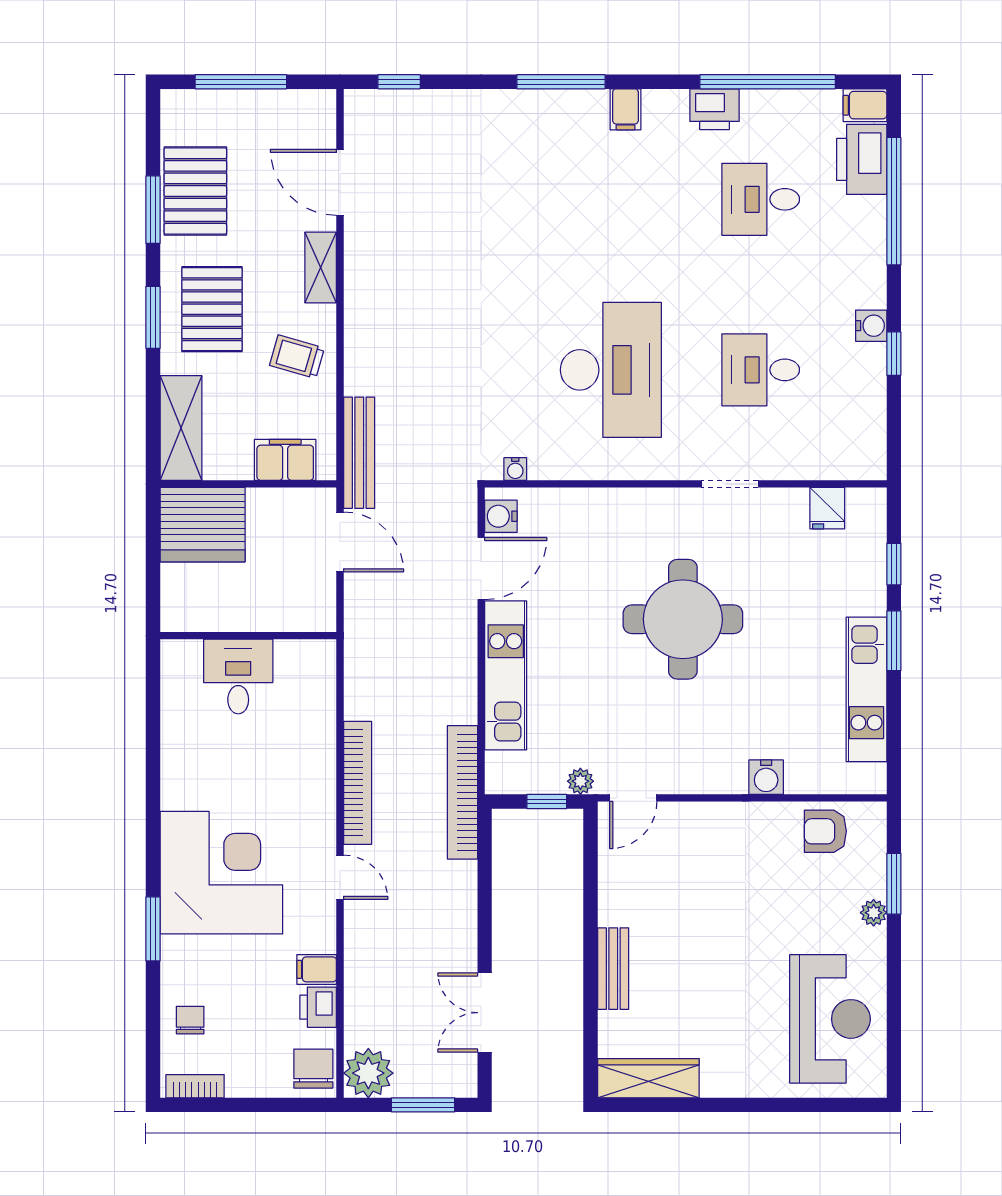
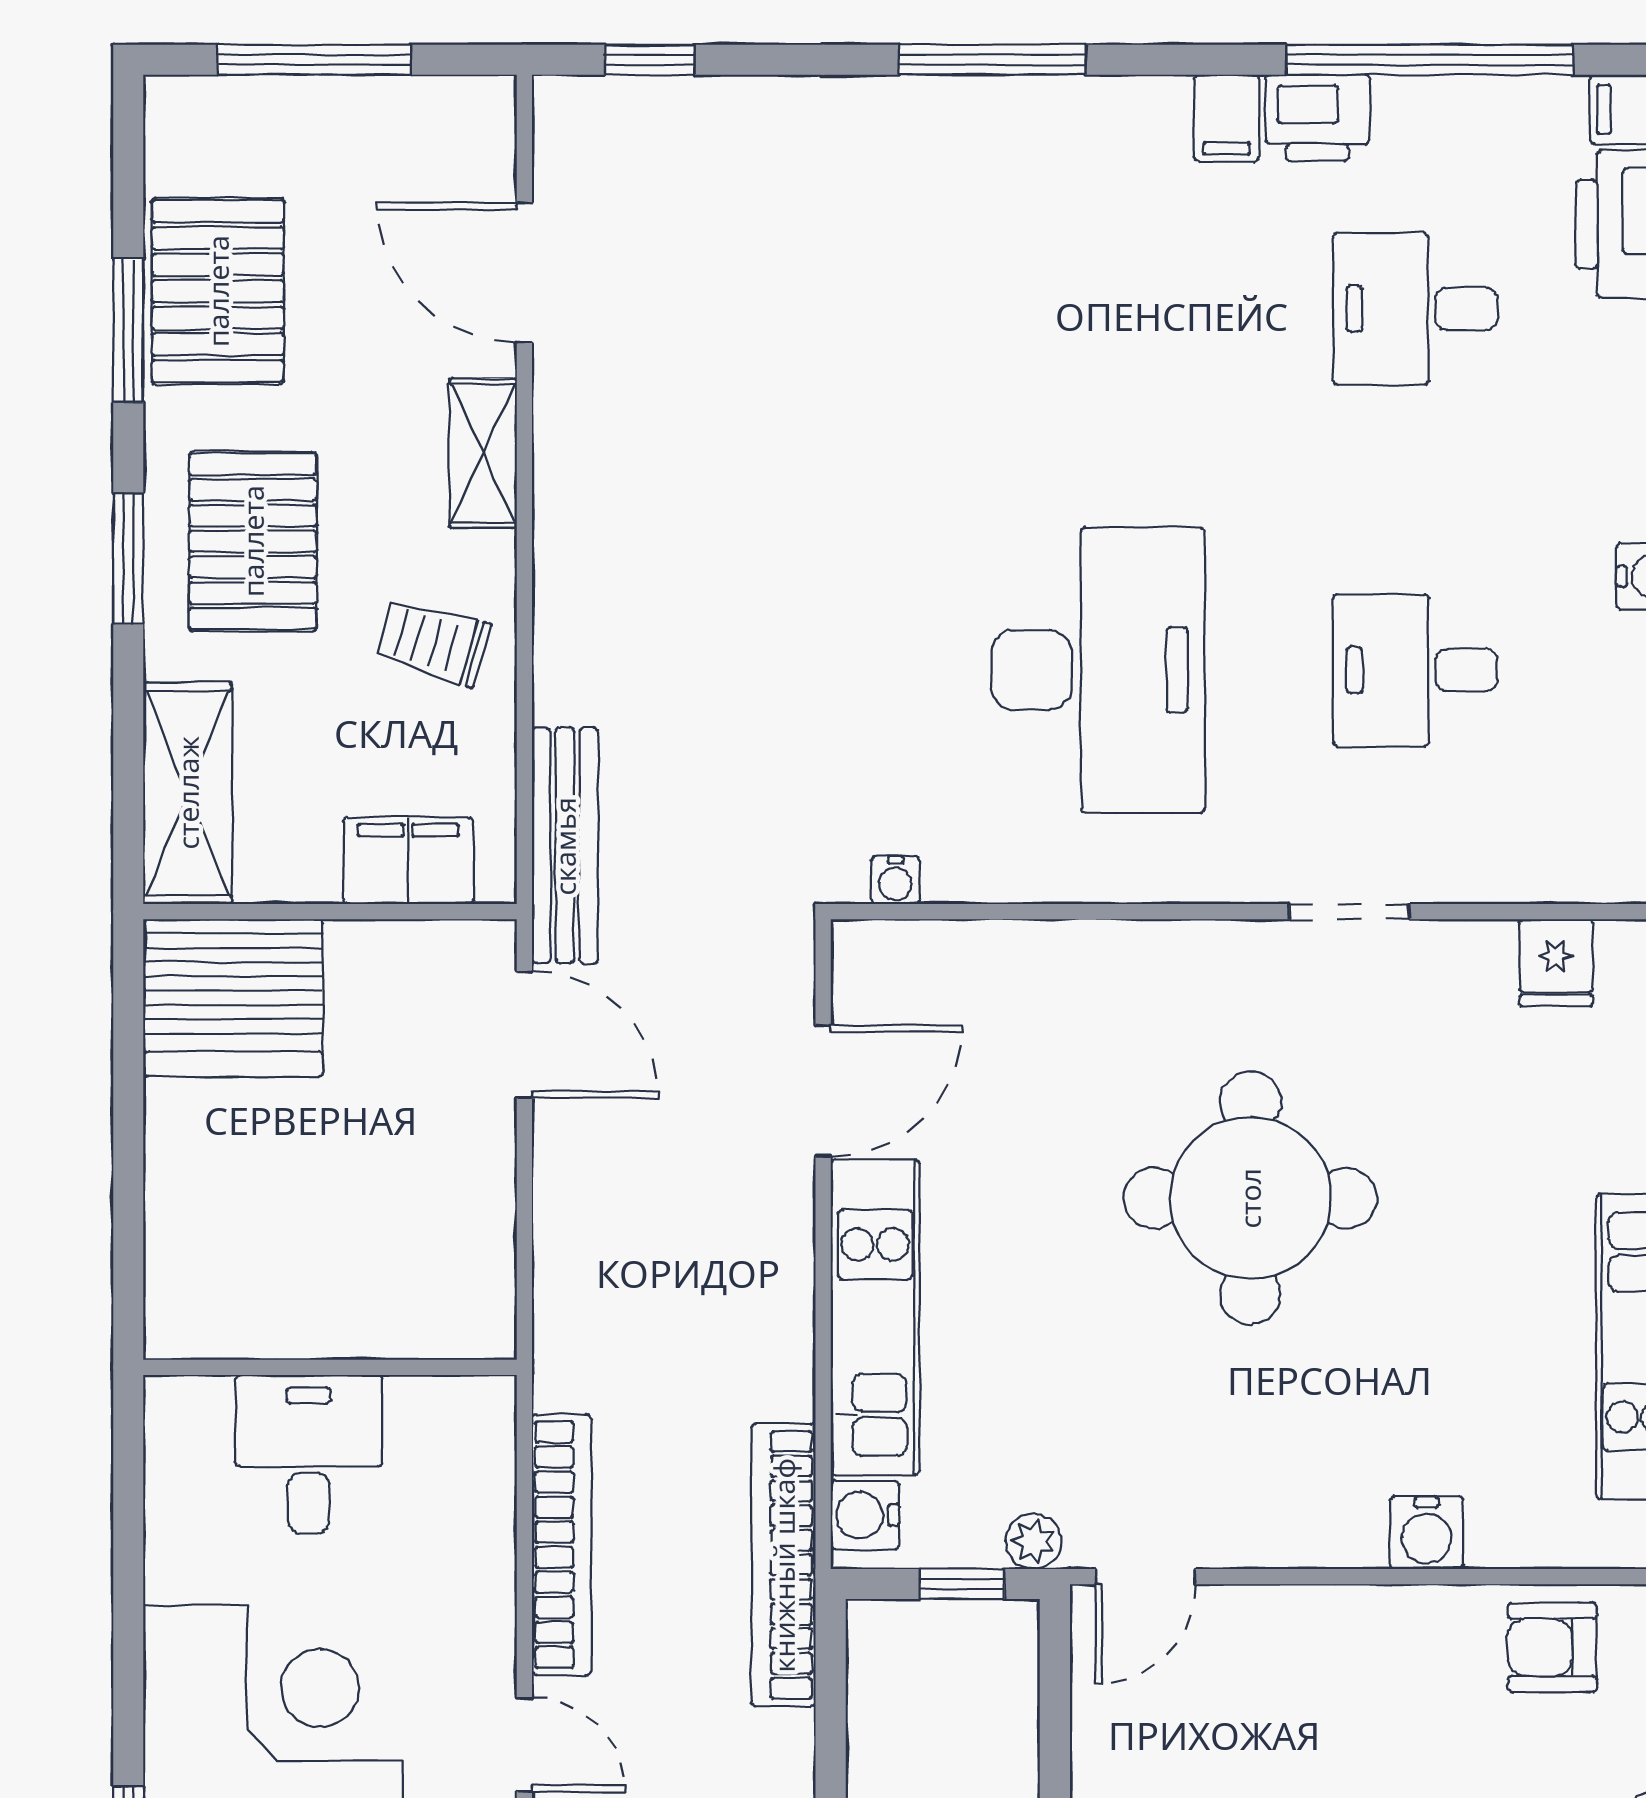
filing cabinet: (625, 109) -> (1227, 118), moved
water cooler: (501, 516) -> (865, 1515), moved
wall: (248, 636) -> (330, 1367), moved
desk: (238, 677) -> (309, 1454), moved

